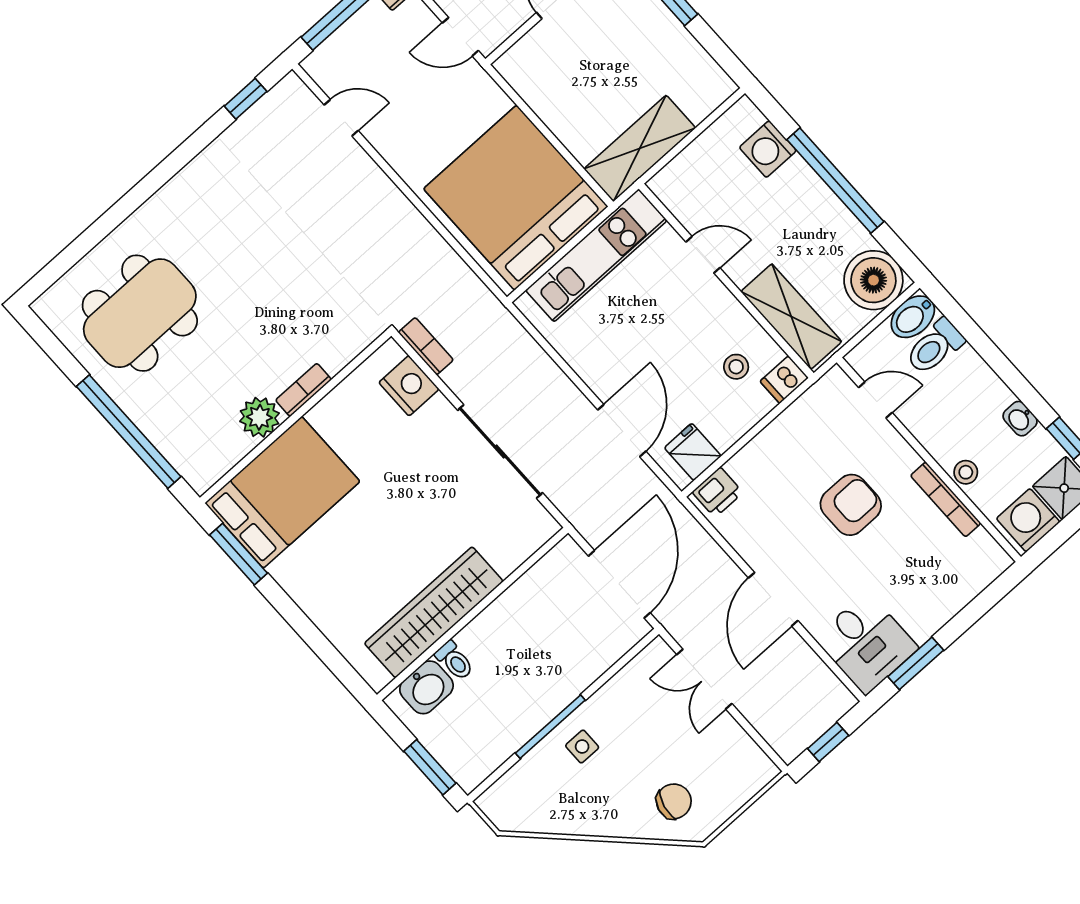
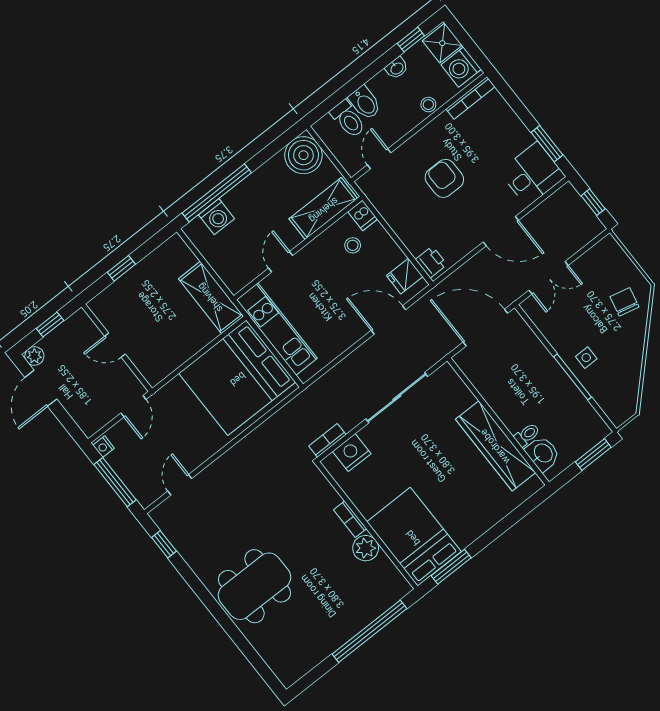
window: (835, 181) -> (217, 193), moved
dining table: (140, 313) -> (254, 586), moved, turned 90
bidet: (913, 317) -> (365, 103), moved
bookcase: (946, 499) -> (471, 98), moved

